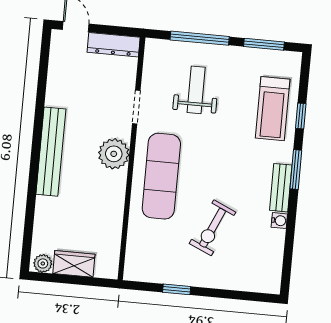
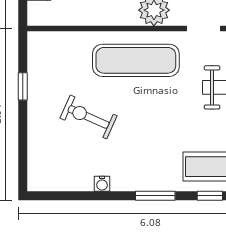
bench: (281, 188) -> (135, 182), removed

